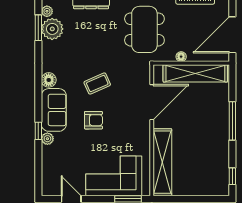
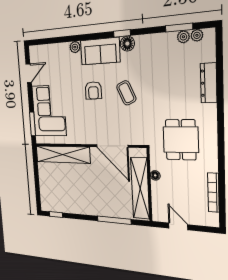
plant: (52, 29) -> (183, 37), width x0.53, depth x0.53
dining table: (144, 29) -> (181, 140), width x0.73
door: (232, 35) -> (178, 226), width x0.53
window: (232, 121) -> (114, 220), moved
window: (38, 131) -> (122, 33), moved

